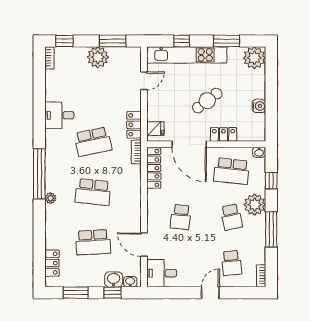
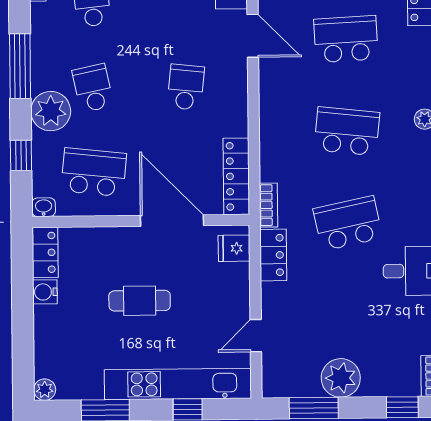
plant: (254, 58) -> (45, 390), width x0.53, depth x0.53
cafe table: (207, 101) -> (140, 301), turned 37
locker: (224, 134) -> (45, 252), moved, turned -90

